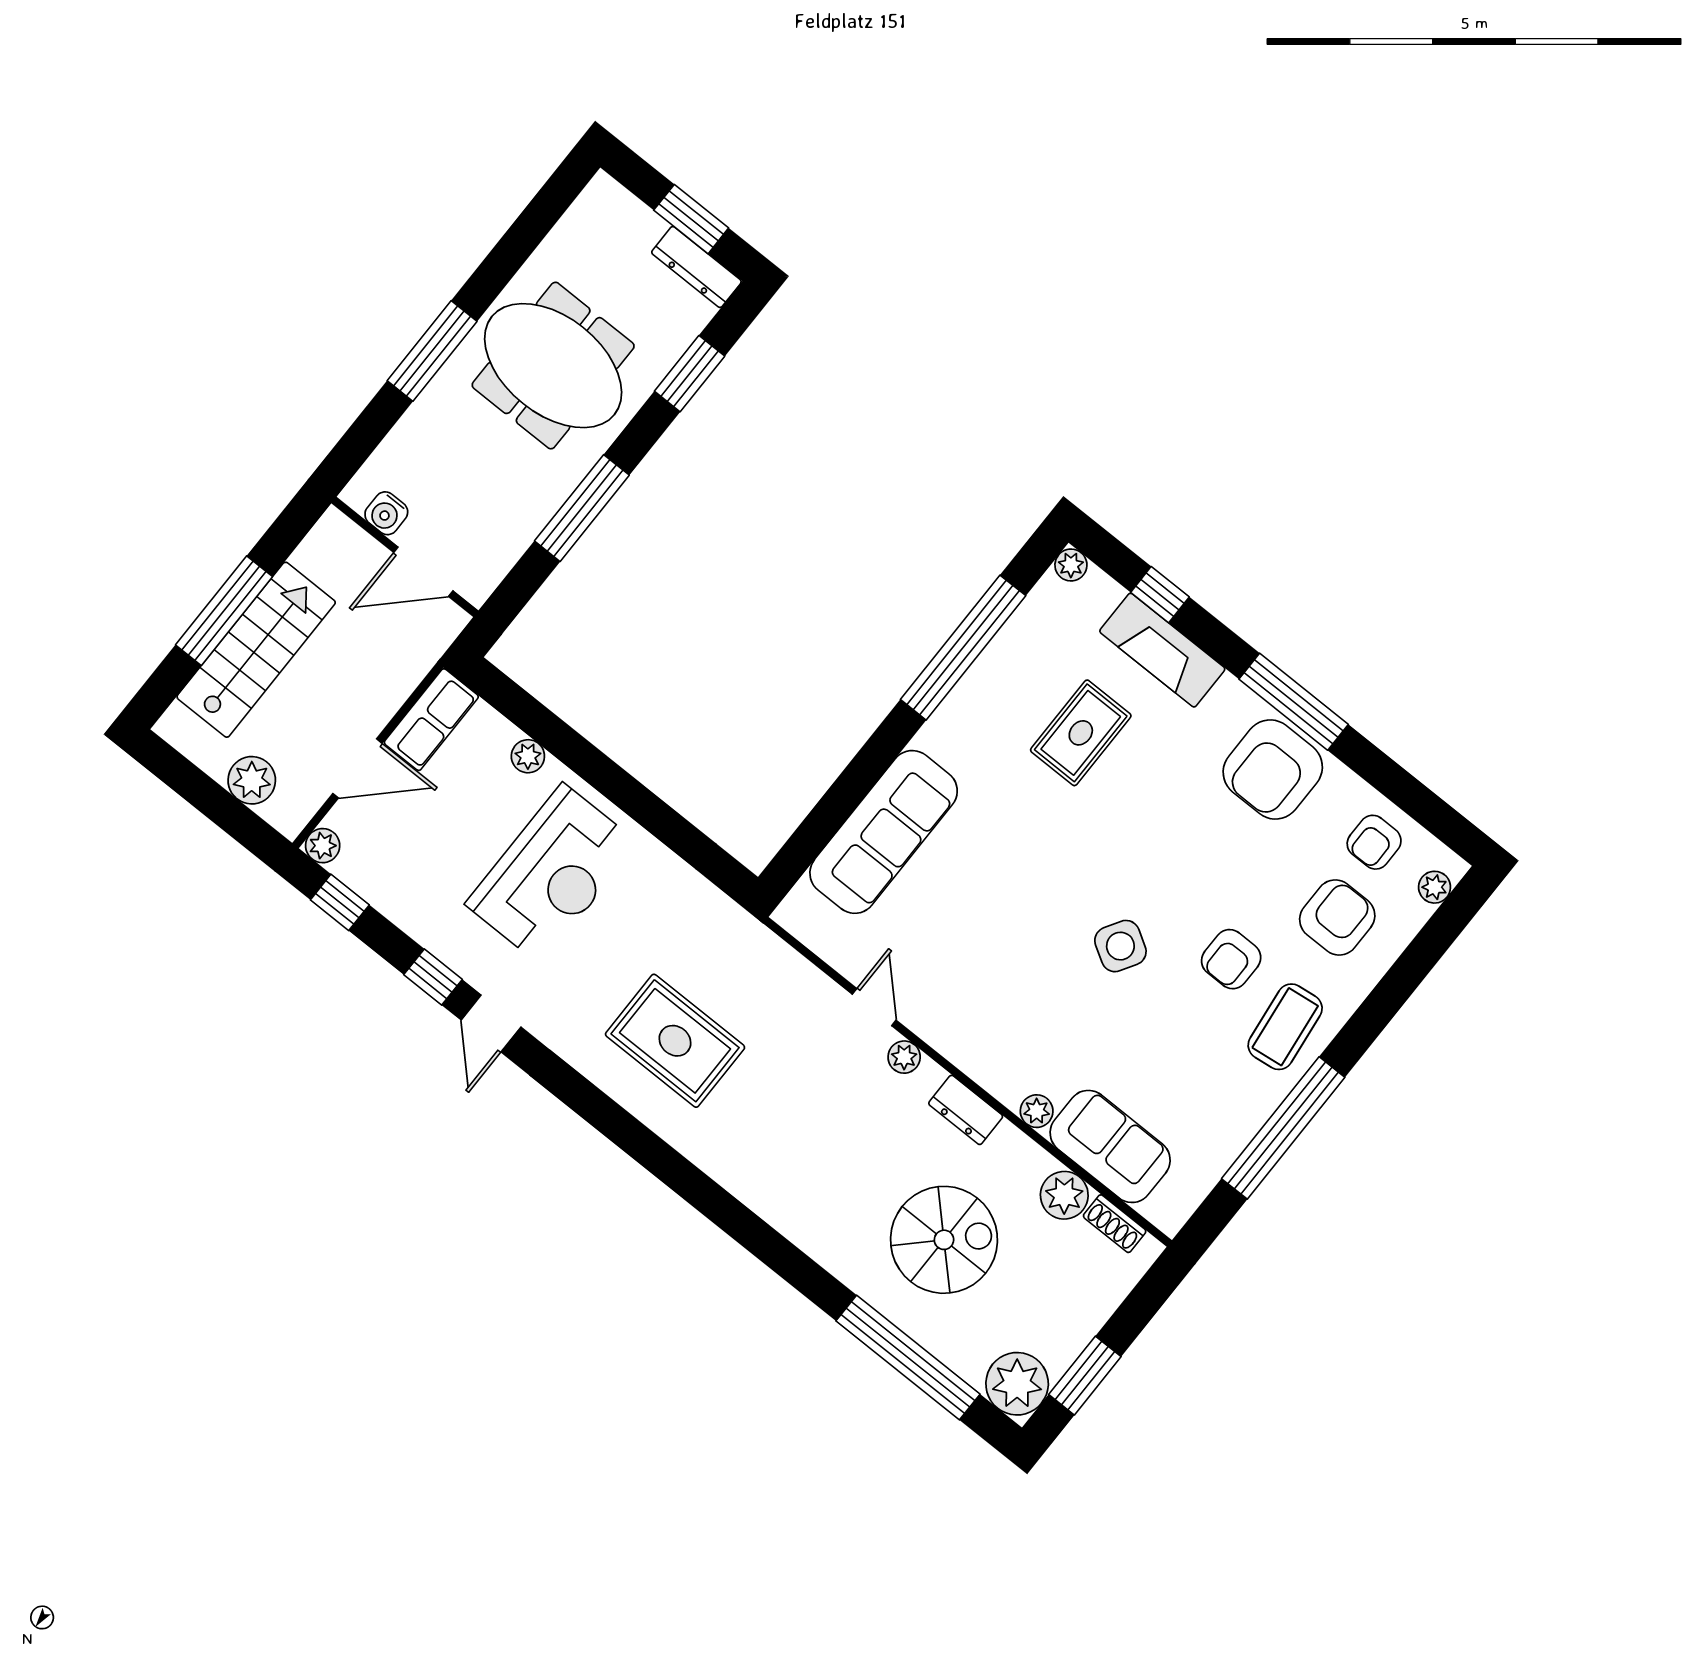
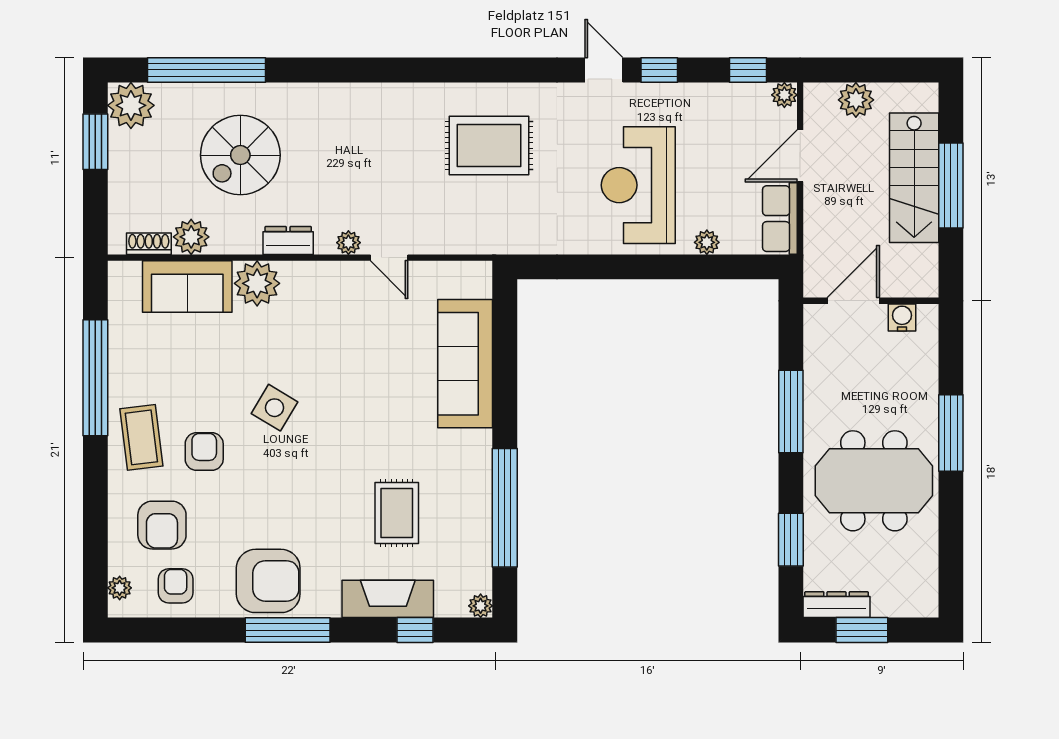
armchair: (1273, 769) -> (268, 581), turned 90
plant: (1037, 1111) -> (257, 283), width x1.87, depth x1.87

